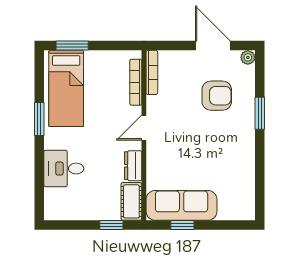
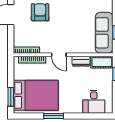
bed: (66, 88) -> (36, 95), width x1.50
desk: (64, 169) -> (94, 102), moved

